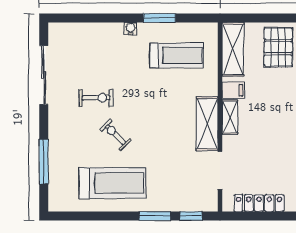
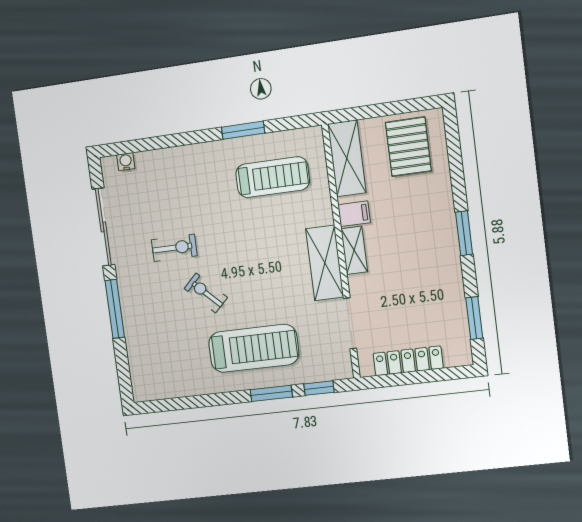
water cooler: (131, 29) -> (126, 162), moved
window: (44, 161) -> (115, 309), moved
treadmill: (112, 183) -> (254, 348), moved

